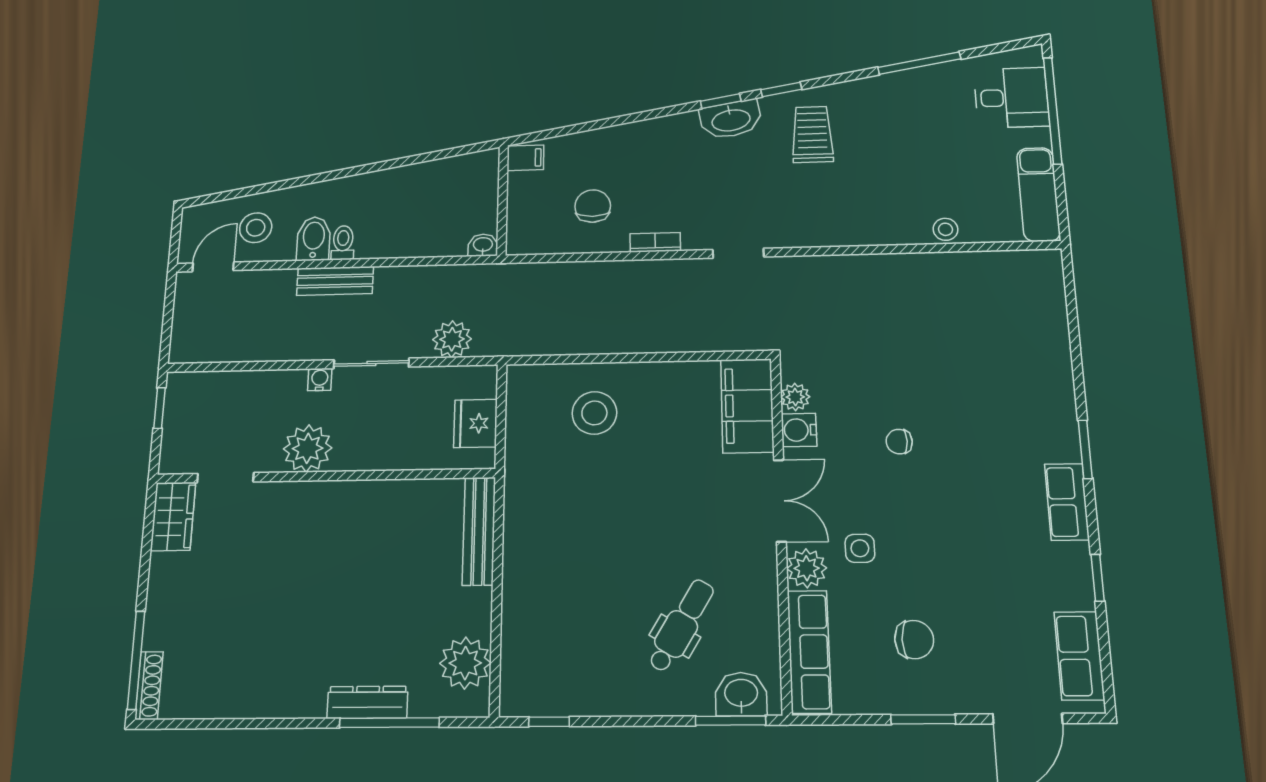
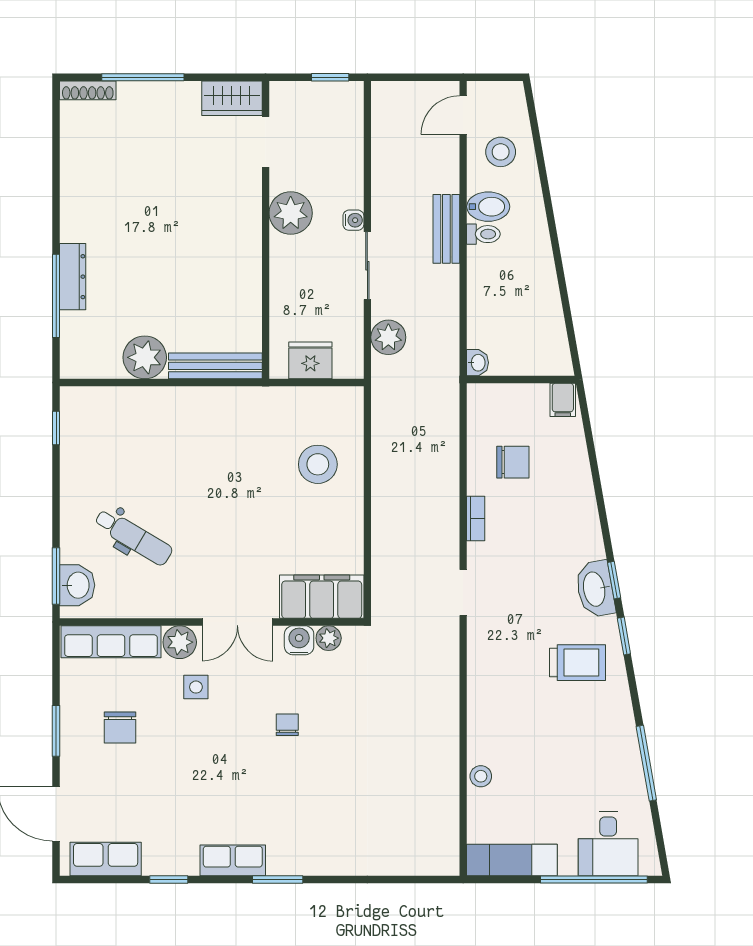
door: (213, 267) -> (463, 115), swing flipped
window: (136, 660) -> (143, 77), moved
plant: (465, 663) -> (145, 357), moved

